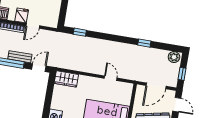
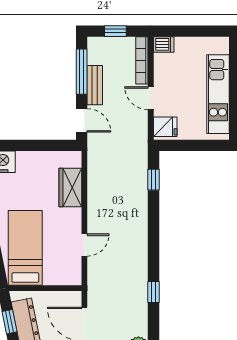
fridge: (22, 15) -> (165, 127), moved
wardrobe: (66, 79) -> (70, 188), moved

